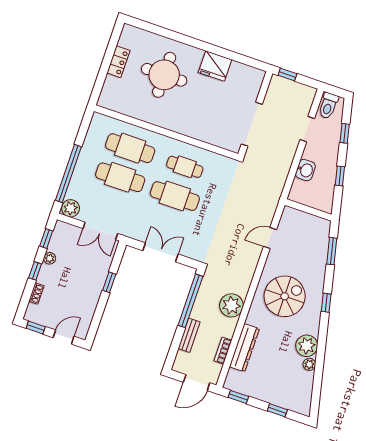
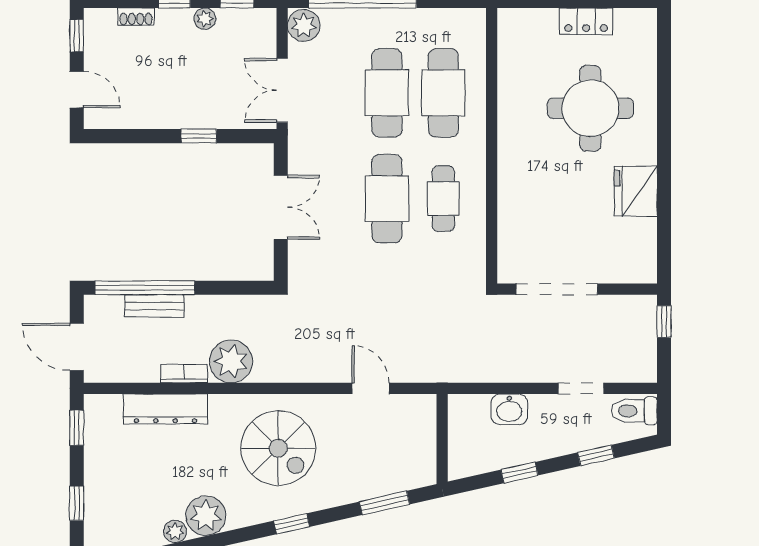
window: (190, 301) -> (145, 288), moved
bookcase: (223, 351) -> (184, 374), moved

